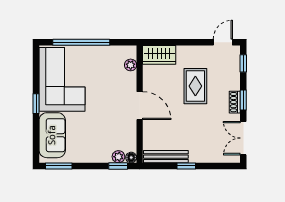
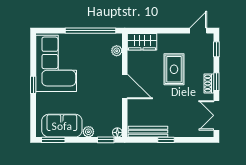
window: (81, 42) -> (91, 31), moved
sofa: (52, 135) -> (62, 126), moved, turned -90
plant: (118, 157) -> (88, 132), moved

